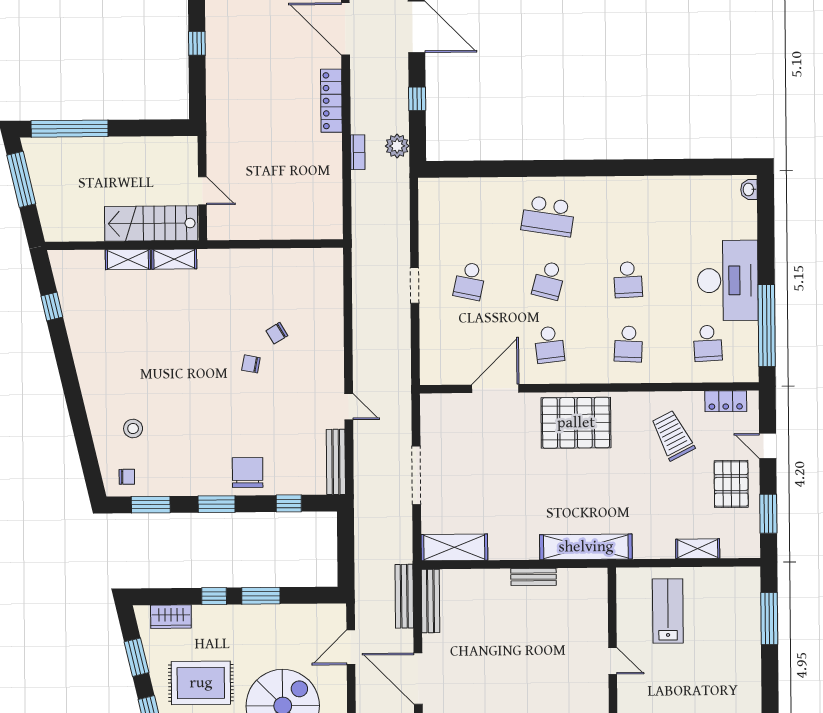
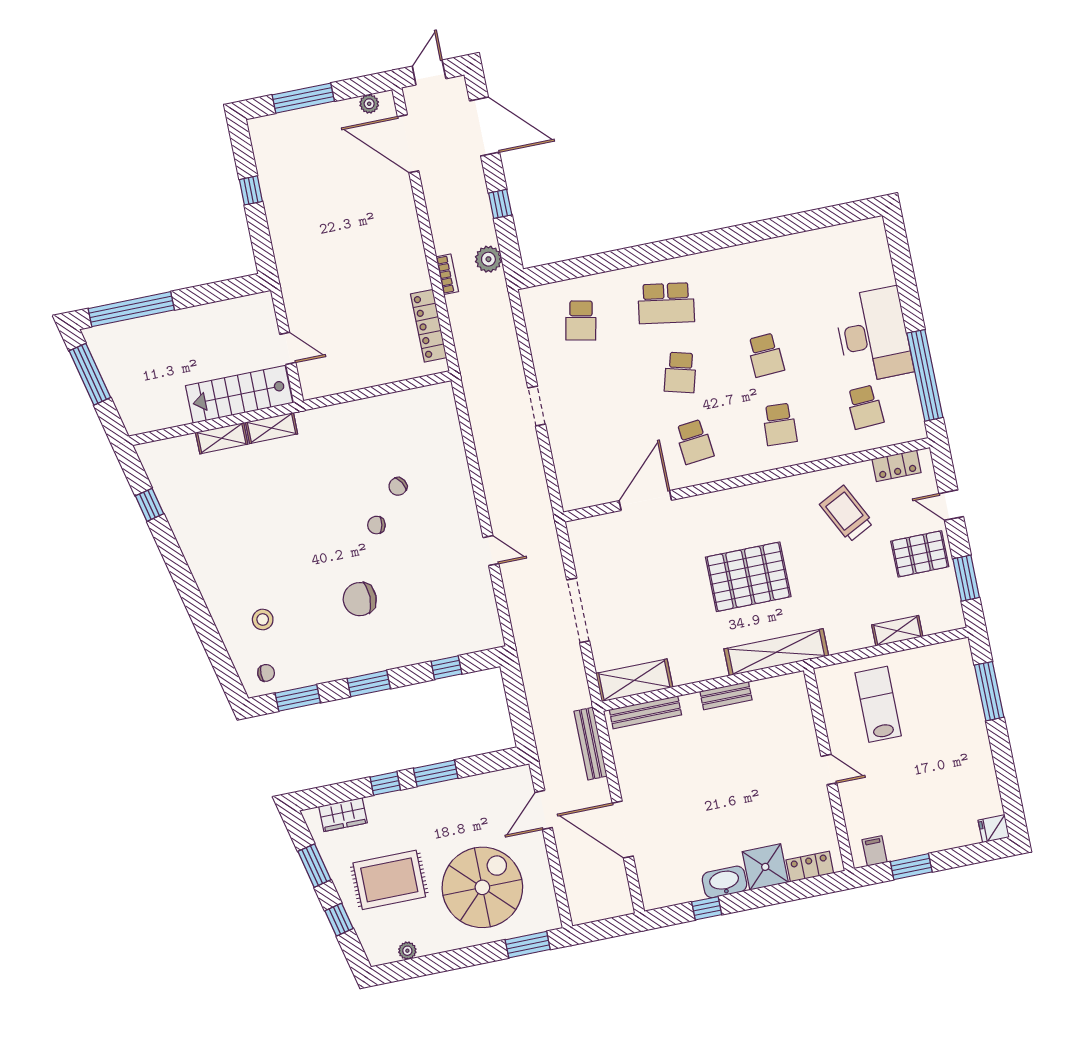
locker: (331, 101) -> (429, 326), moved
washbasin: (749, 189) -> (877, 232), removed
school desk: (470, 281) -> (581, 321), moved
pallet: (576, 423) -> (748, 577), moved
bench: (336, 462) -> (489, 613), removed
chair: (248, 473) -> (360, 599), moved, turned -90
pallet: (731, 484) -> (920, 554), turned 90
bench: (431, 601) -> (645, 712), moved, turned 90

